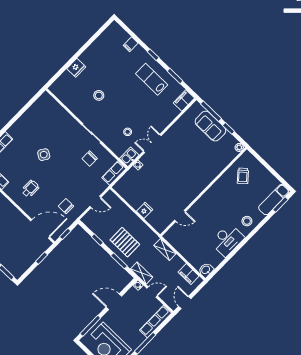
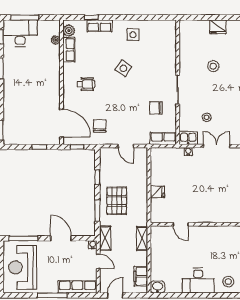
side table: (28, 127) -> (133, 35), added

